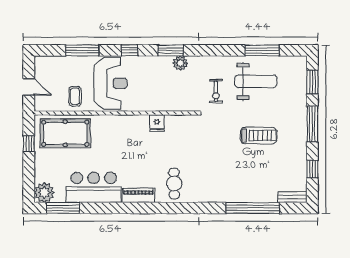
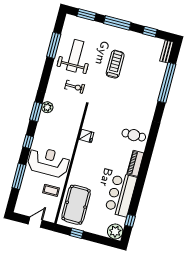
window: (63, 208) -> (130, 221), width x0.46

